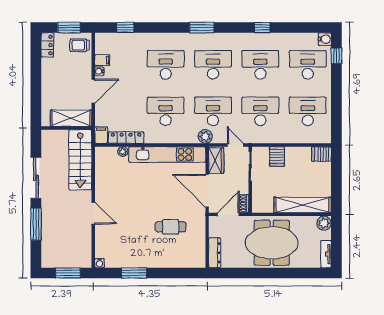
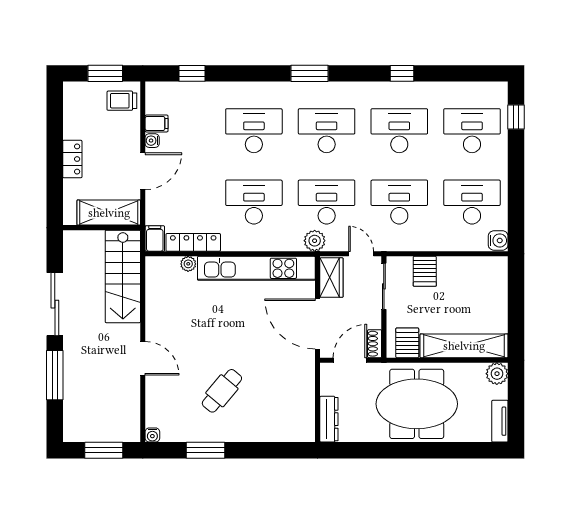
water cooler: (325, 39) -> (498, 240), moved
locker: (47, 45) -> (72, 159), moved
server rack: (321, 154) -> (407, 343), moved, turned 90
cafe table: (171, 227) -> (222, 391), moved, turned -50

